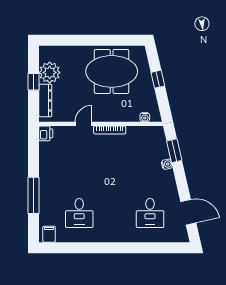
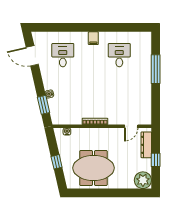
plant: (50, 72) -> (143, 180), moved
door: (84, 124) -> (131, 126), moved
printer: (46, 133) -> (146, 119), removed
filing cabinet: (49, 234) -> (93, 38), moved

